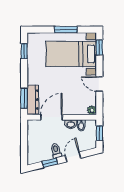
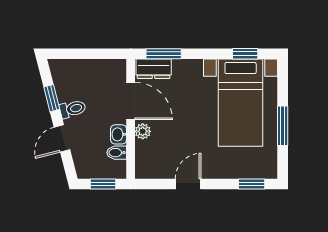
bed with nightstands: (71, 54) -> (241, 103), moved, turned 180
dresser: (33, 100) -> (154, 69), width x0.70
plant: (92, 110) -> (143, 131), moved
door: (73, 157) -> (62, 138), swing flipped

